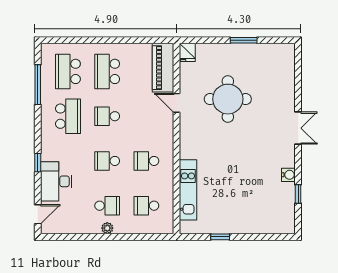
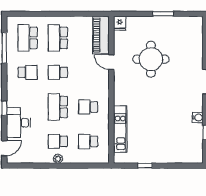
school desk: (68, 116) -> (28, 72), width x0.54
school desk: (107, 161) -> (58, 107), width x1.85
school desk: (107, 206) -> (58, 141), turned 180

